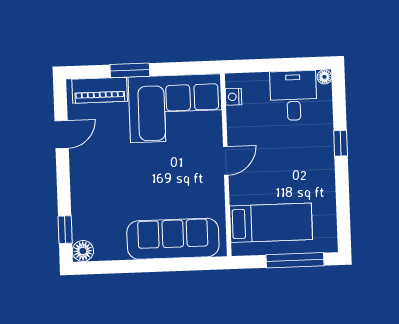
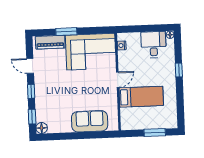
door: (62, 134) -> (30, 66), swing flipped
window: (63, 182) -> (31, 91), added
bed: (271, 223) -> (141, 97), moved
sofa: (173, 239) -> (90, 121), width x0.73
window: (295, 260) -> (155, 133), width x0.69

